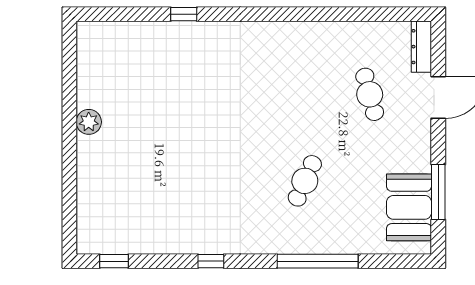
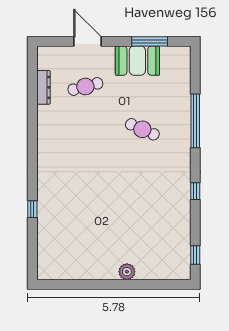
dresser: (421, 47) -> (44, 87), moved, turned -90
plant: (89, 122) -> (127, 272), moved
booth: (409, 207) -> (137, 61), moved

